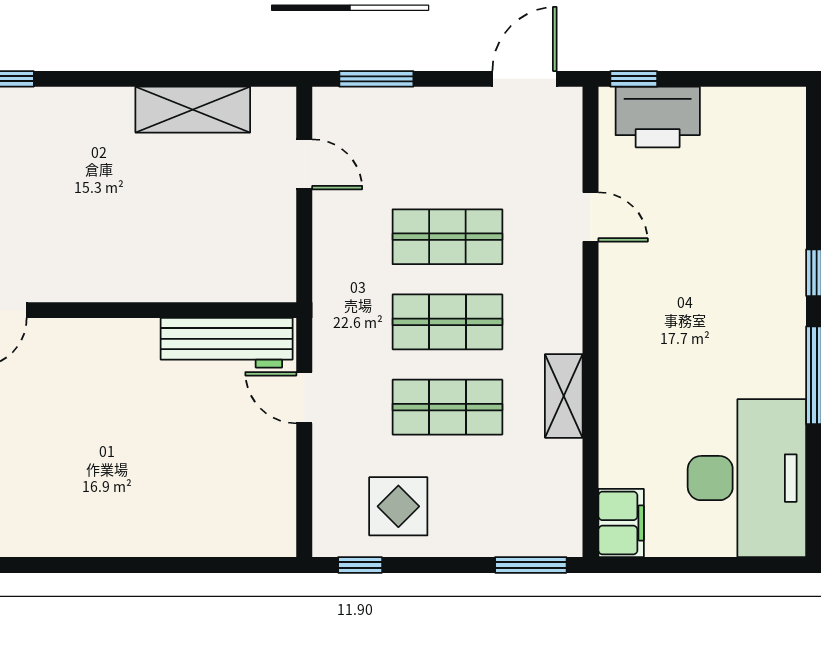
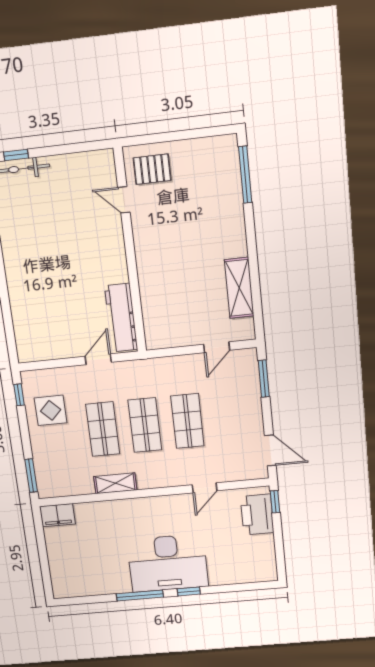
desk: (747, 478) -> (168, 563), moved

